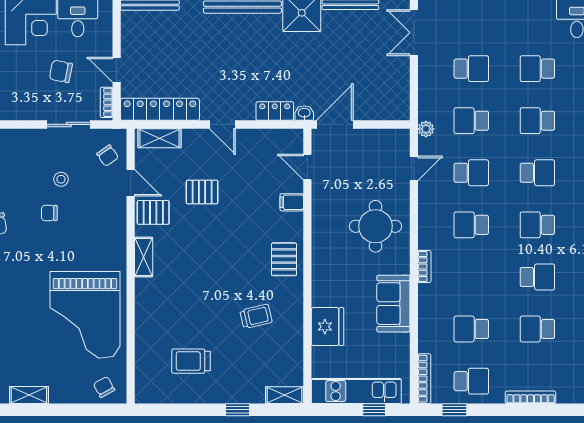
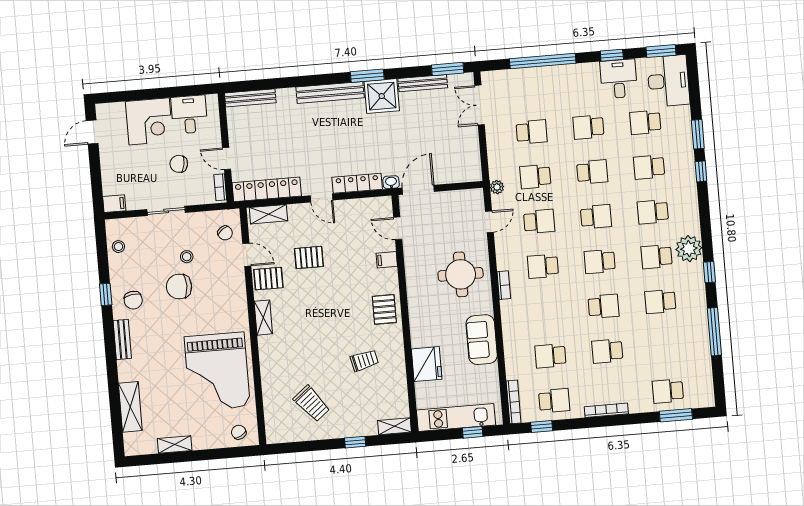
locker: (275, 111) -> (357, 183), width x1.53
school desk: (537, 121) -> (592, 172), turned 180
sliding door: (69, 124) -> (166, 211), moved
chair: (49, 213) -> (179, 287), width x1.87, depth x1.87
bookcase: (424, 266) -> (504, 285), moved
trolley: (191, 361) -> (312, 404), turned -129

